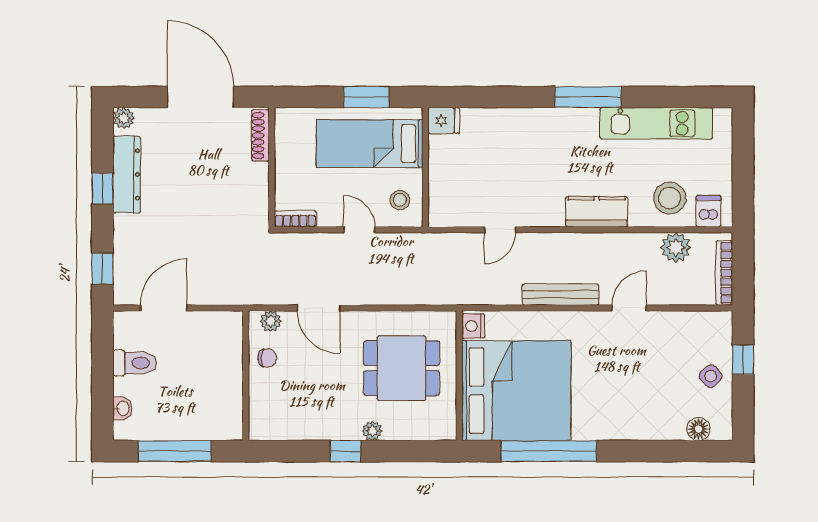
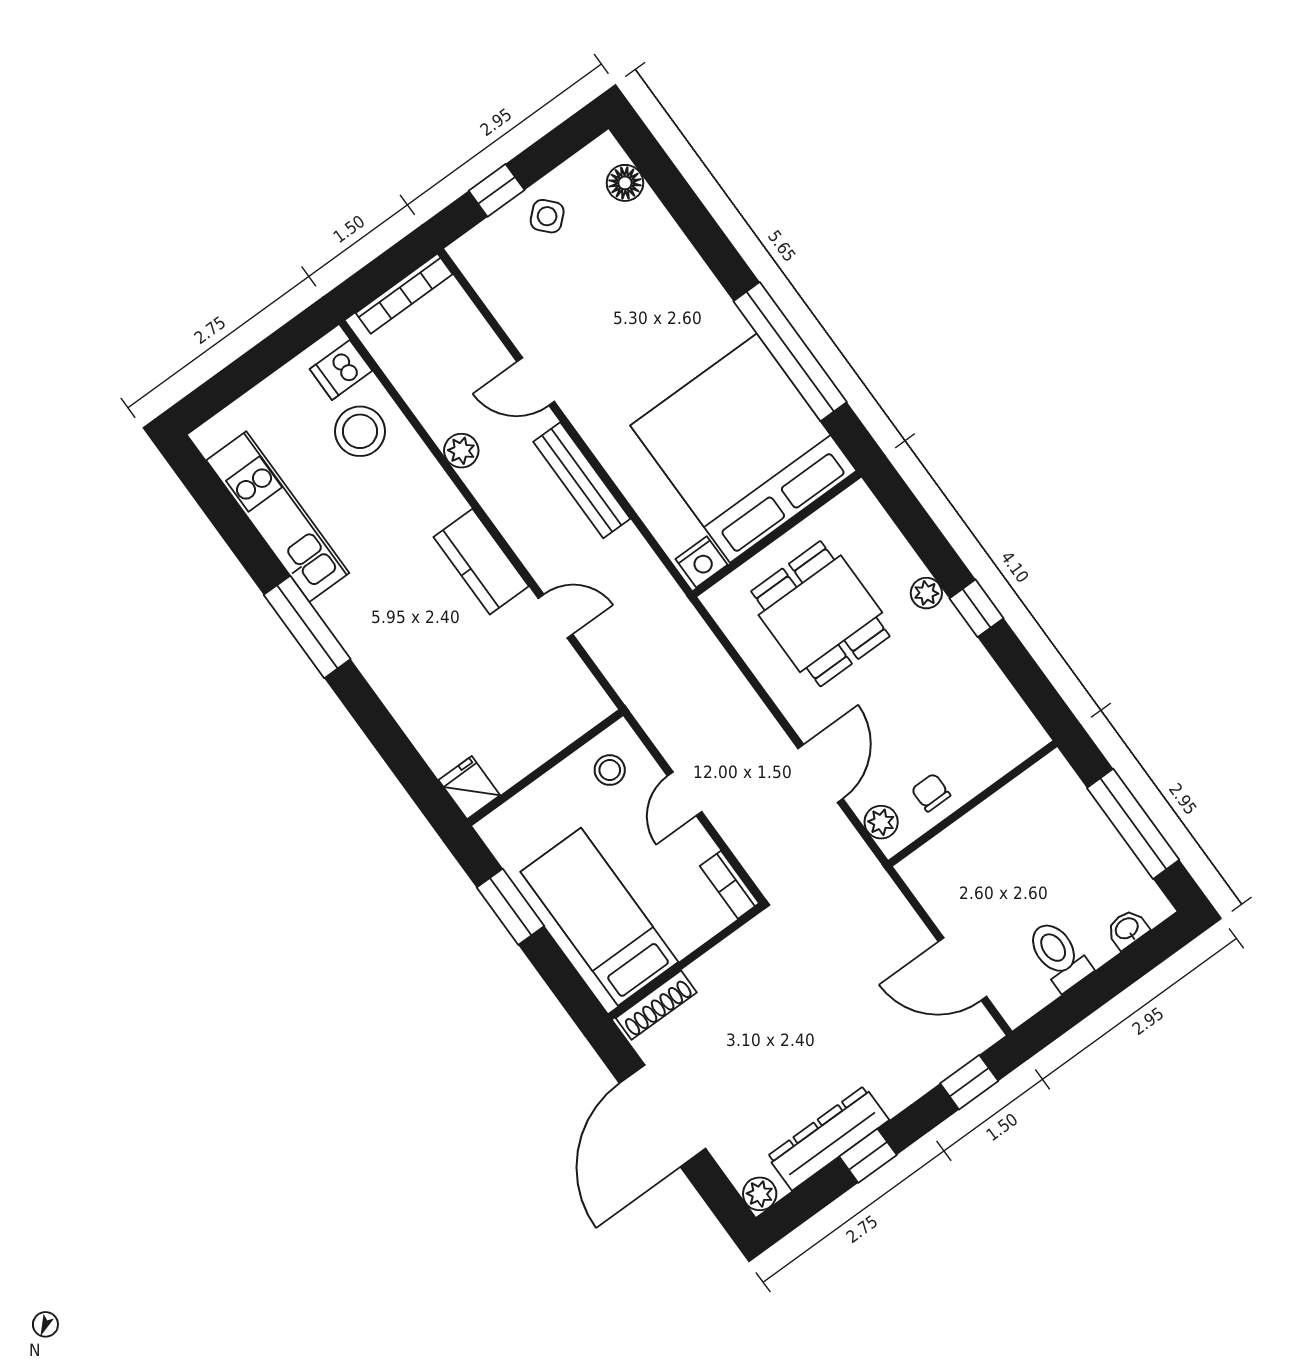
bed: (370, 144) -> (599, 917), moved, turned 180
kitchen counter: (597, 212) -> (481, 562), moved
plant: (676, 247) -> (461, 451), moved, width x0.73, depth x0.73

